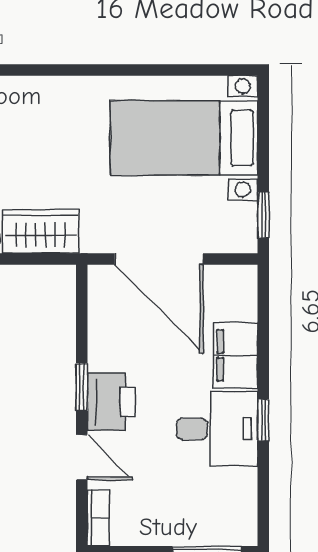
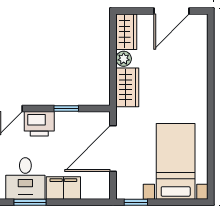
window: (82, 387) -> (66, 109), moved
window: (263, 420) -> (30, 202), width x1.50

